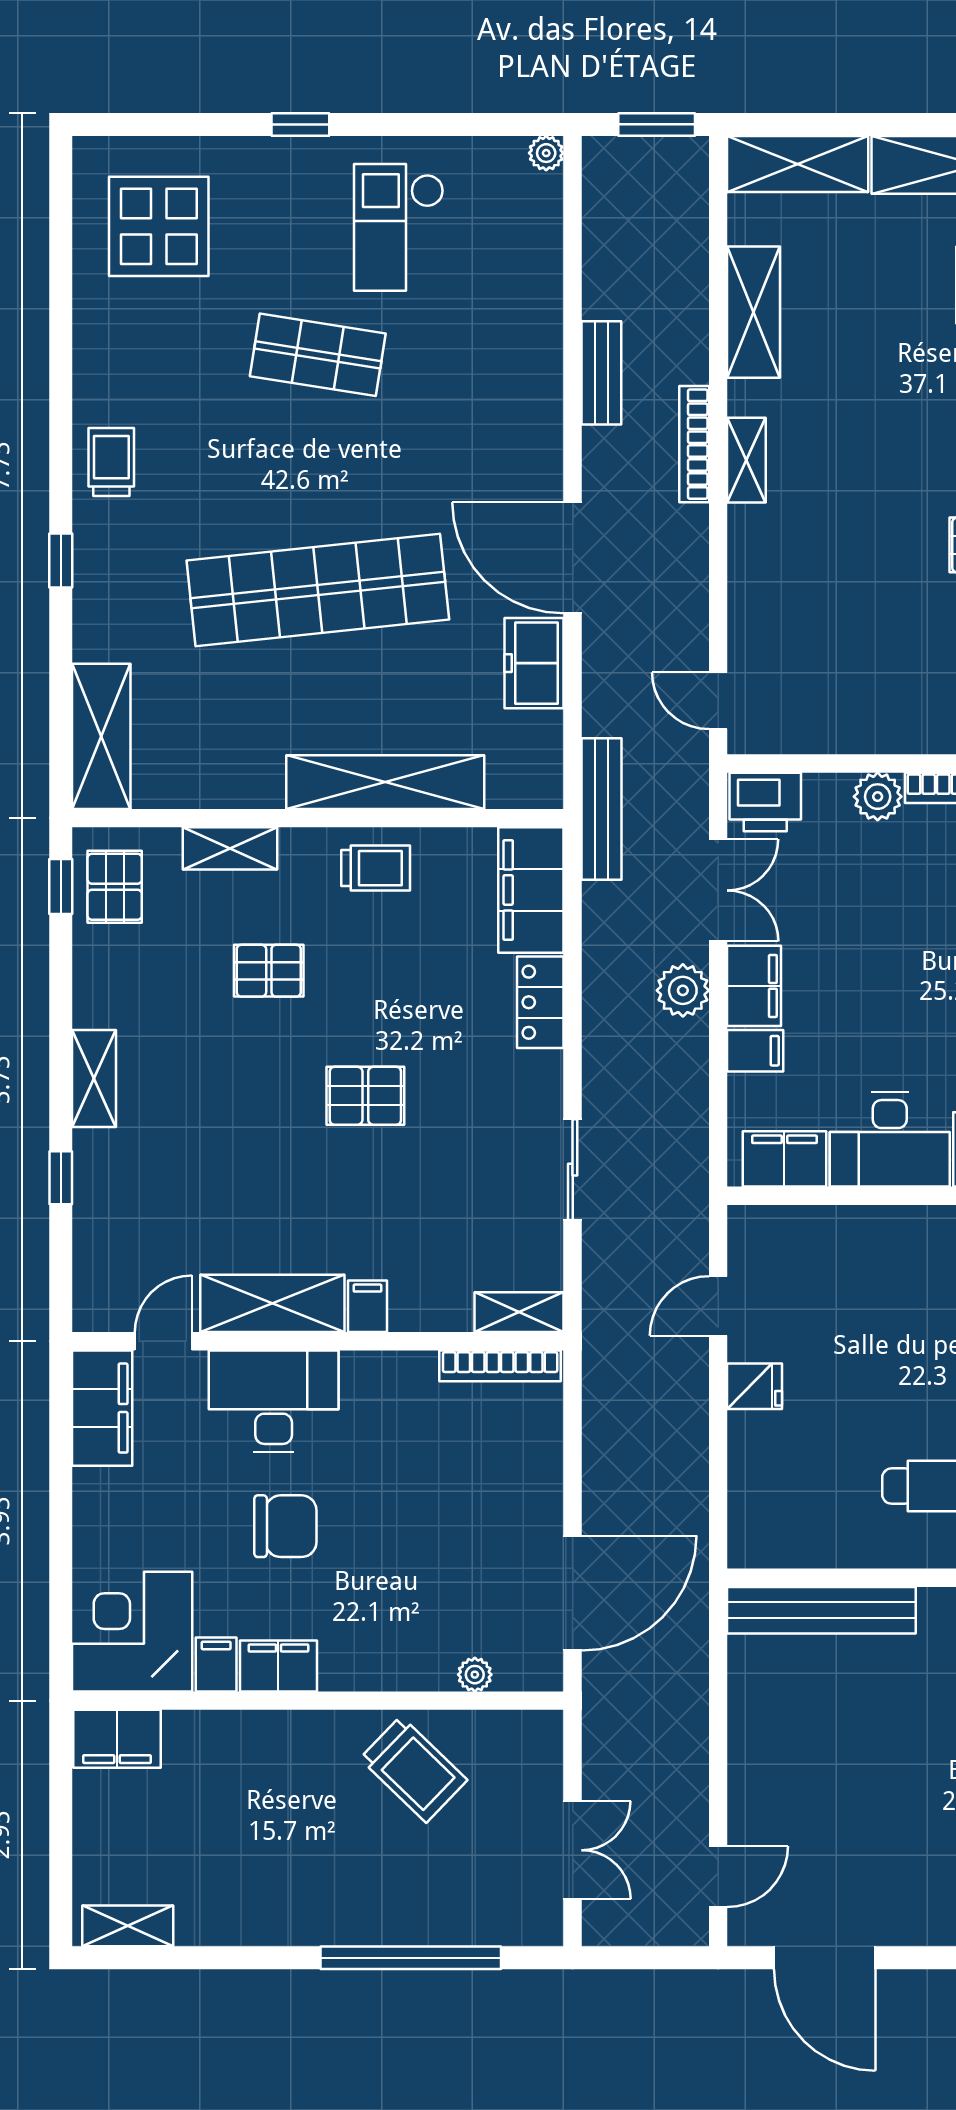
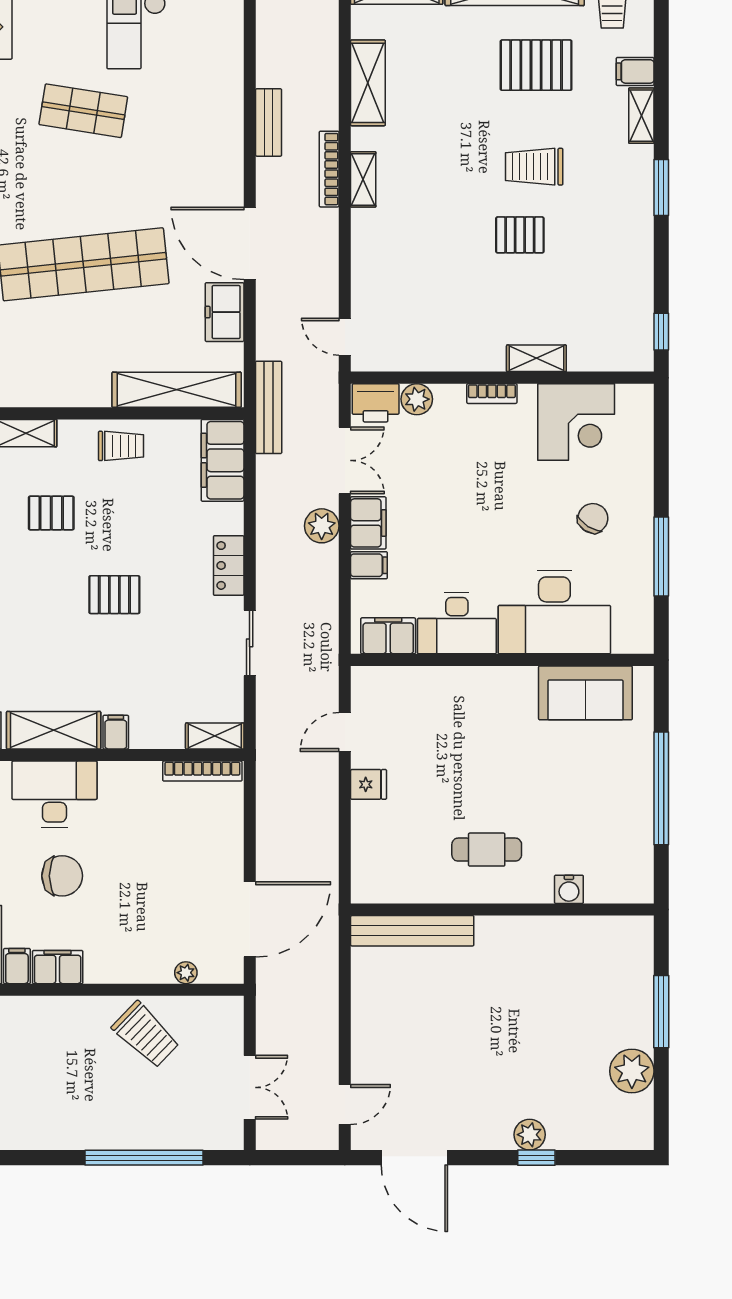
shelving: (385, 782) -> (177, 390), moved
plant: (878, 797) -> (417, 399), moved
locker: (540, 1002) -> (229, 565), moved

